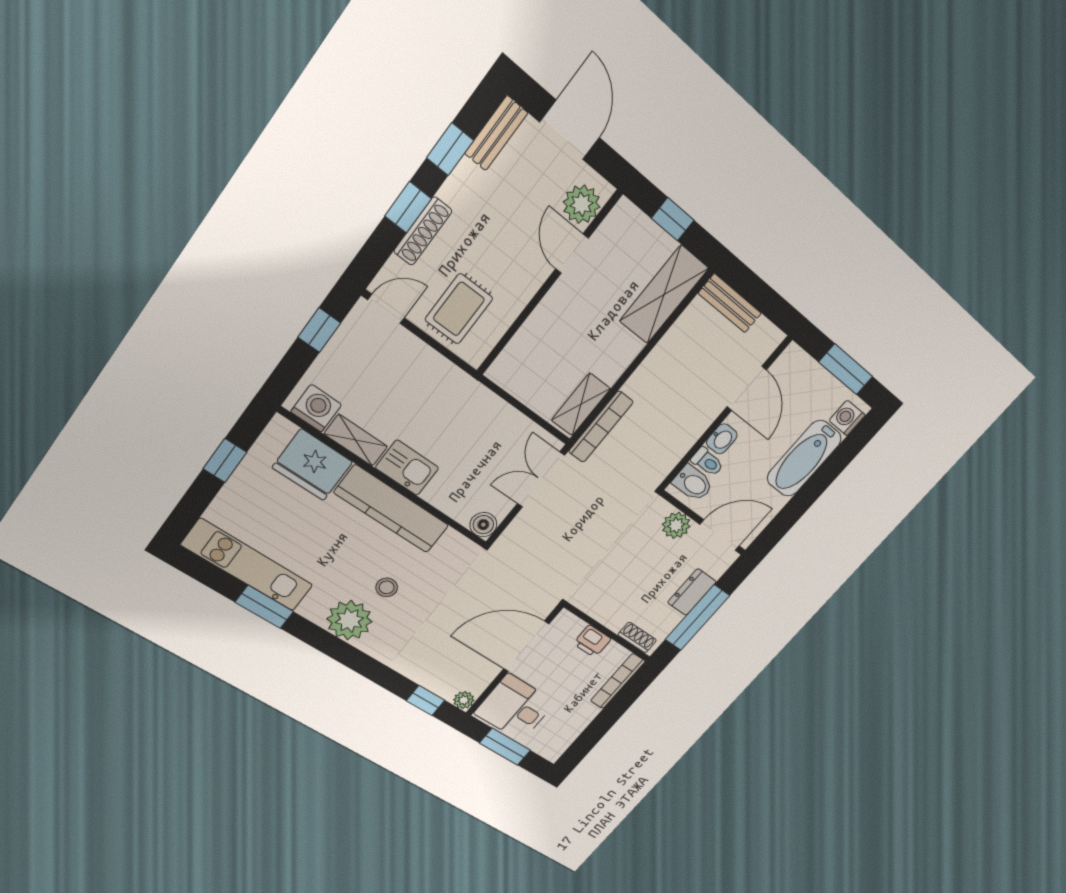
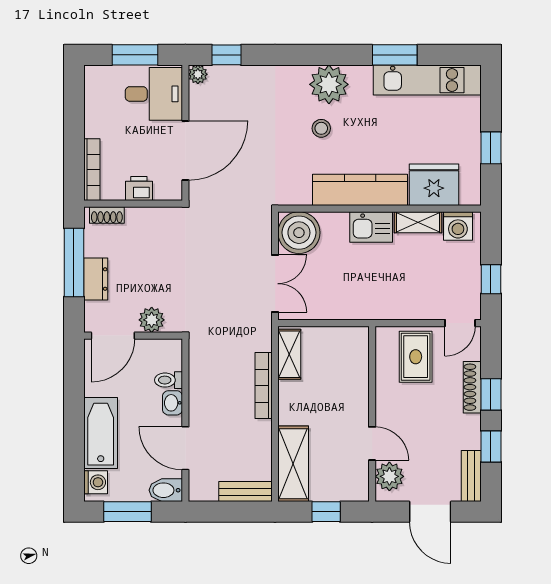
bookcase: (601, 427) -> (264, 386), moved
bidet: (693, 483) -> (166, 490), moved
boiler: (483, 525) -> (299, 233), width x1.86, depth x1.86

